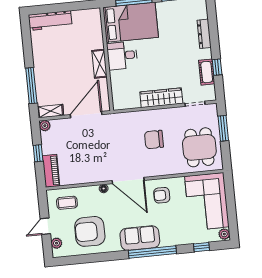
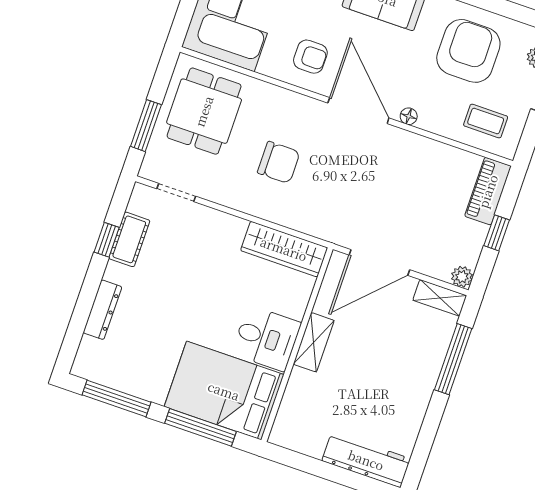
wardrobe: (161, 98) -> (284, 249), moved
armchair: (90, 231) -> (468, 51), turned -90

